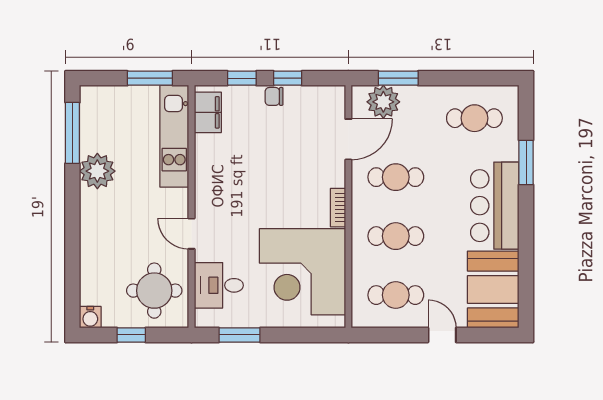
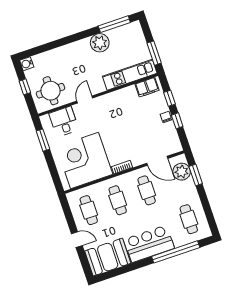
window: (526, 162) -> (176, 252), width x2.11
door: (442, 335) -> (77, 240), hinge flipped

